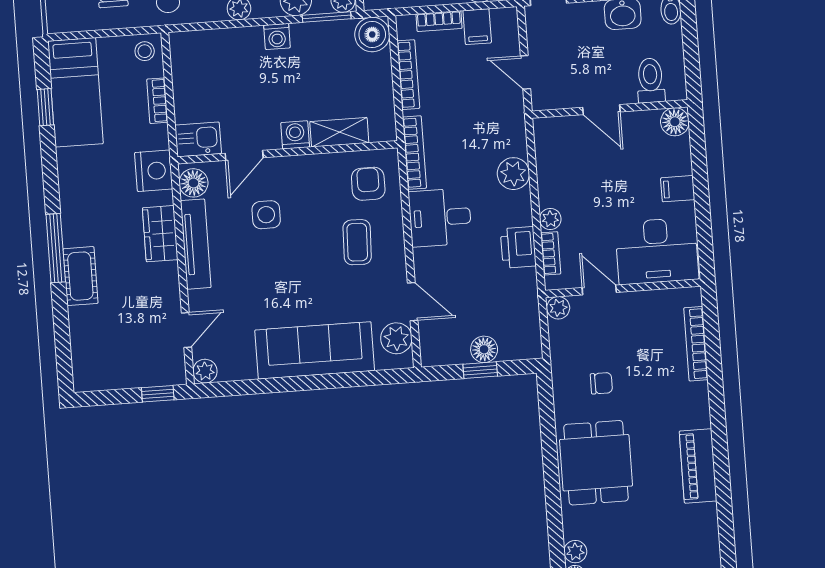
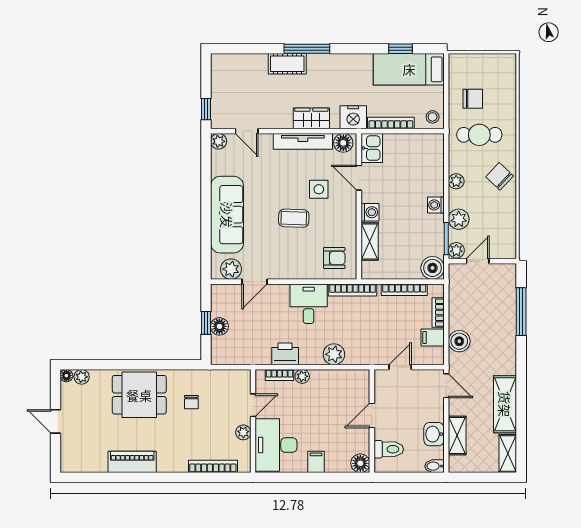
bookcase: (157, 101) -> (391, 123), width x1.56
coffee table: (357, 242) -> (294, 218), moved
plant: (558, 308) -> (243, 432), moved

